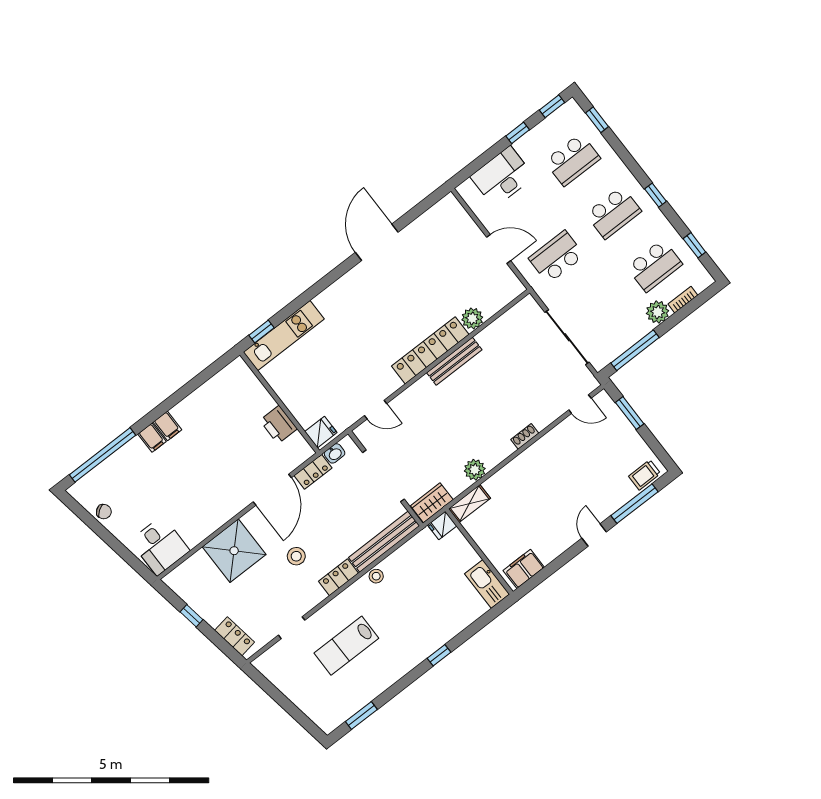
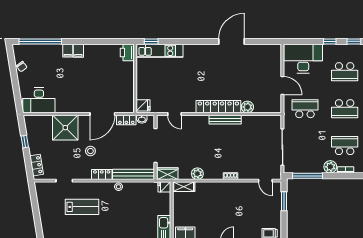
desk: (502, 177) -> (303, 59), width x1.36, depth x1.30
school desk: (655, 266) -> (345, 146), turned 180
printer: (278, 425) -> (127, 52), moved
desk: (160, 546) -> (39, 100), width x1.37
lab bench: (346, 646) -> (82, 207), turned 180

